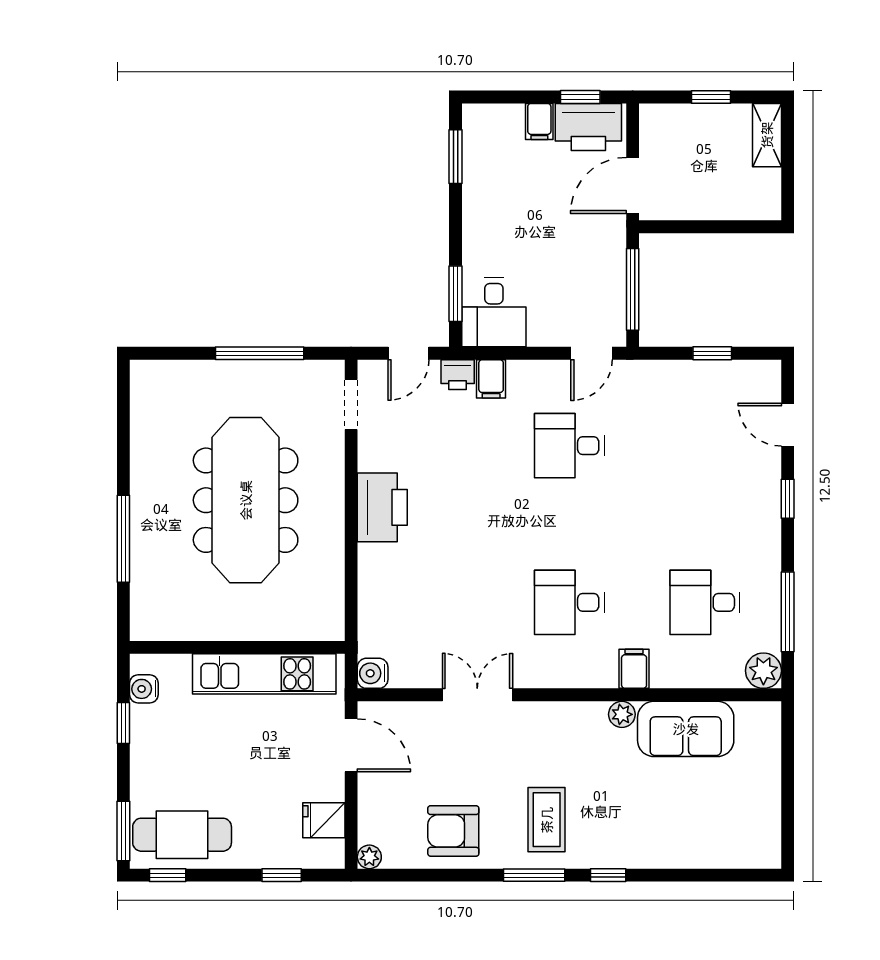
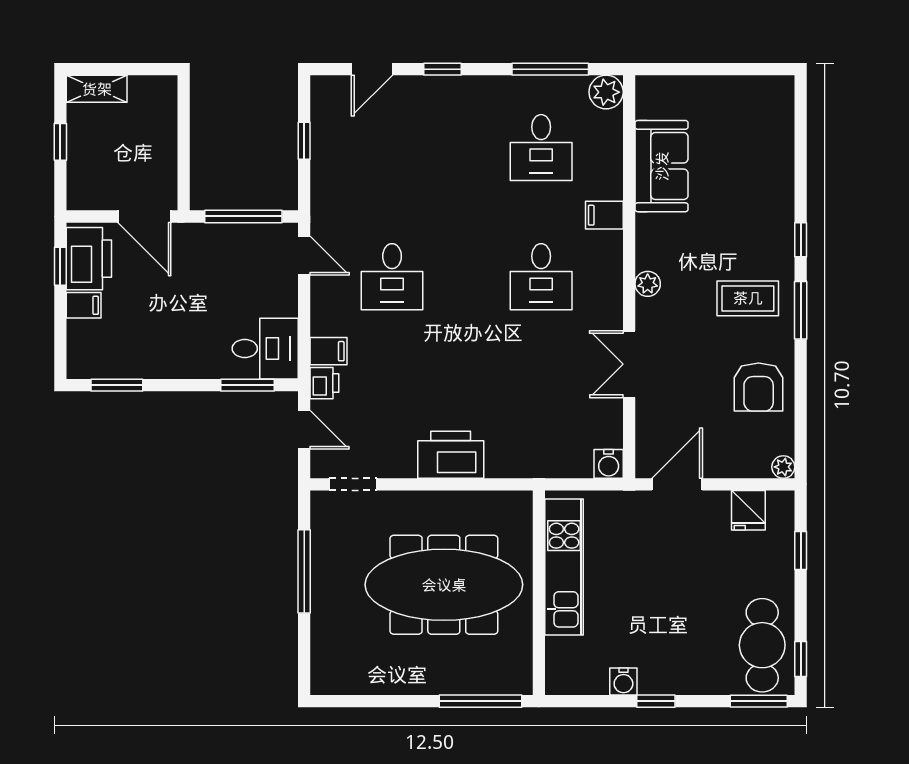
wall: (237, 647) -> (539, 593), moved
kitchen unit: (264, 674) -> (564, 567), moved
plant: (622, 714) -> (648, 284), moved

